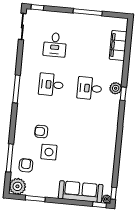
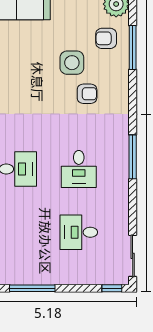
desk: (55, 45) -> (79, 232), turned -90
desk: (51, 85) -> (79, 169), turned 90
armchair: (26, 165) -> (106, 38), turned 90

